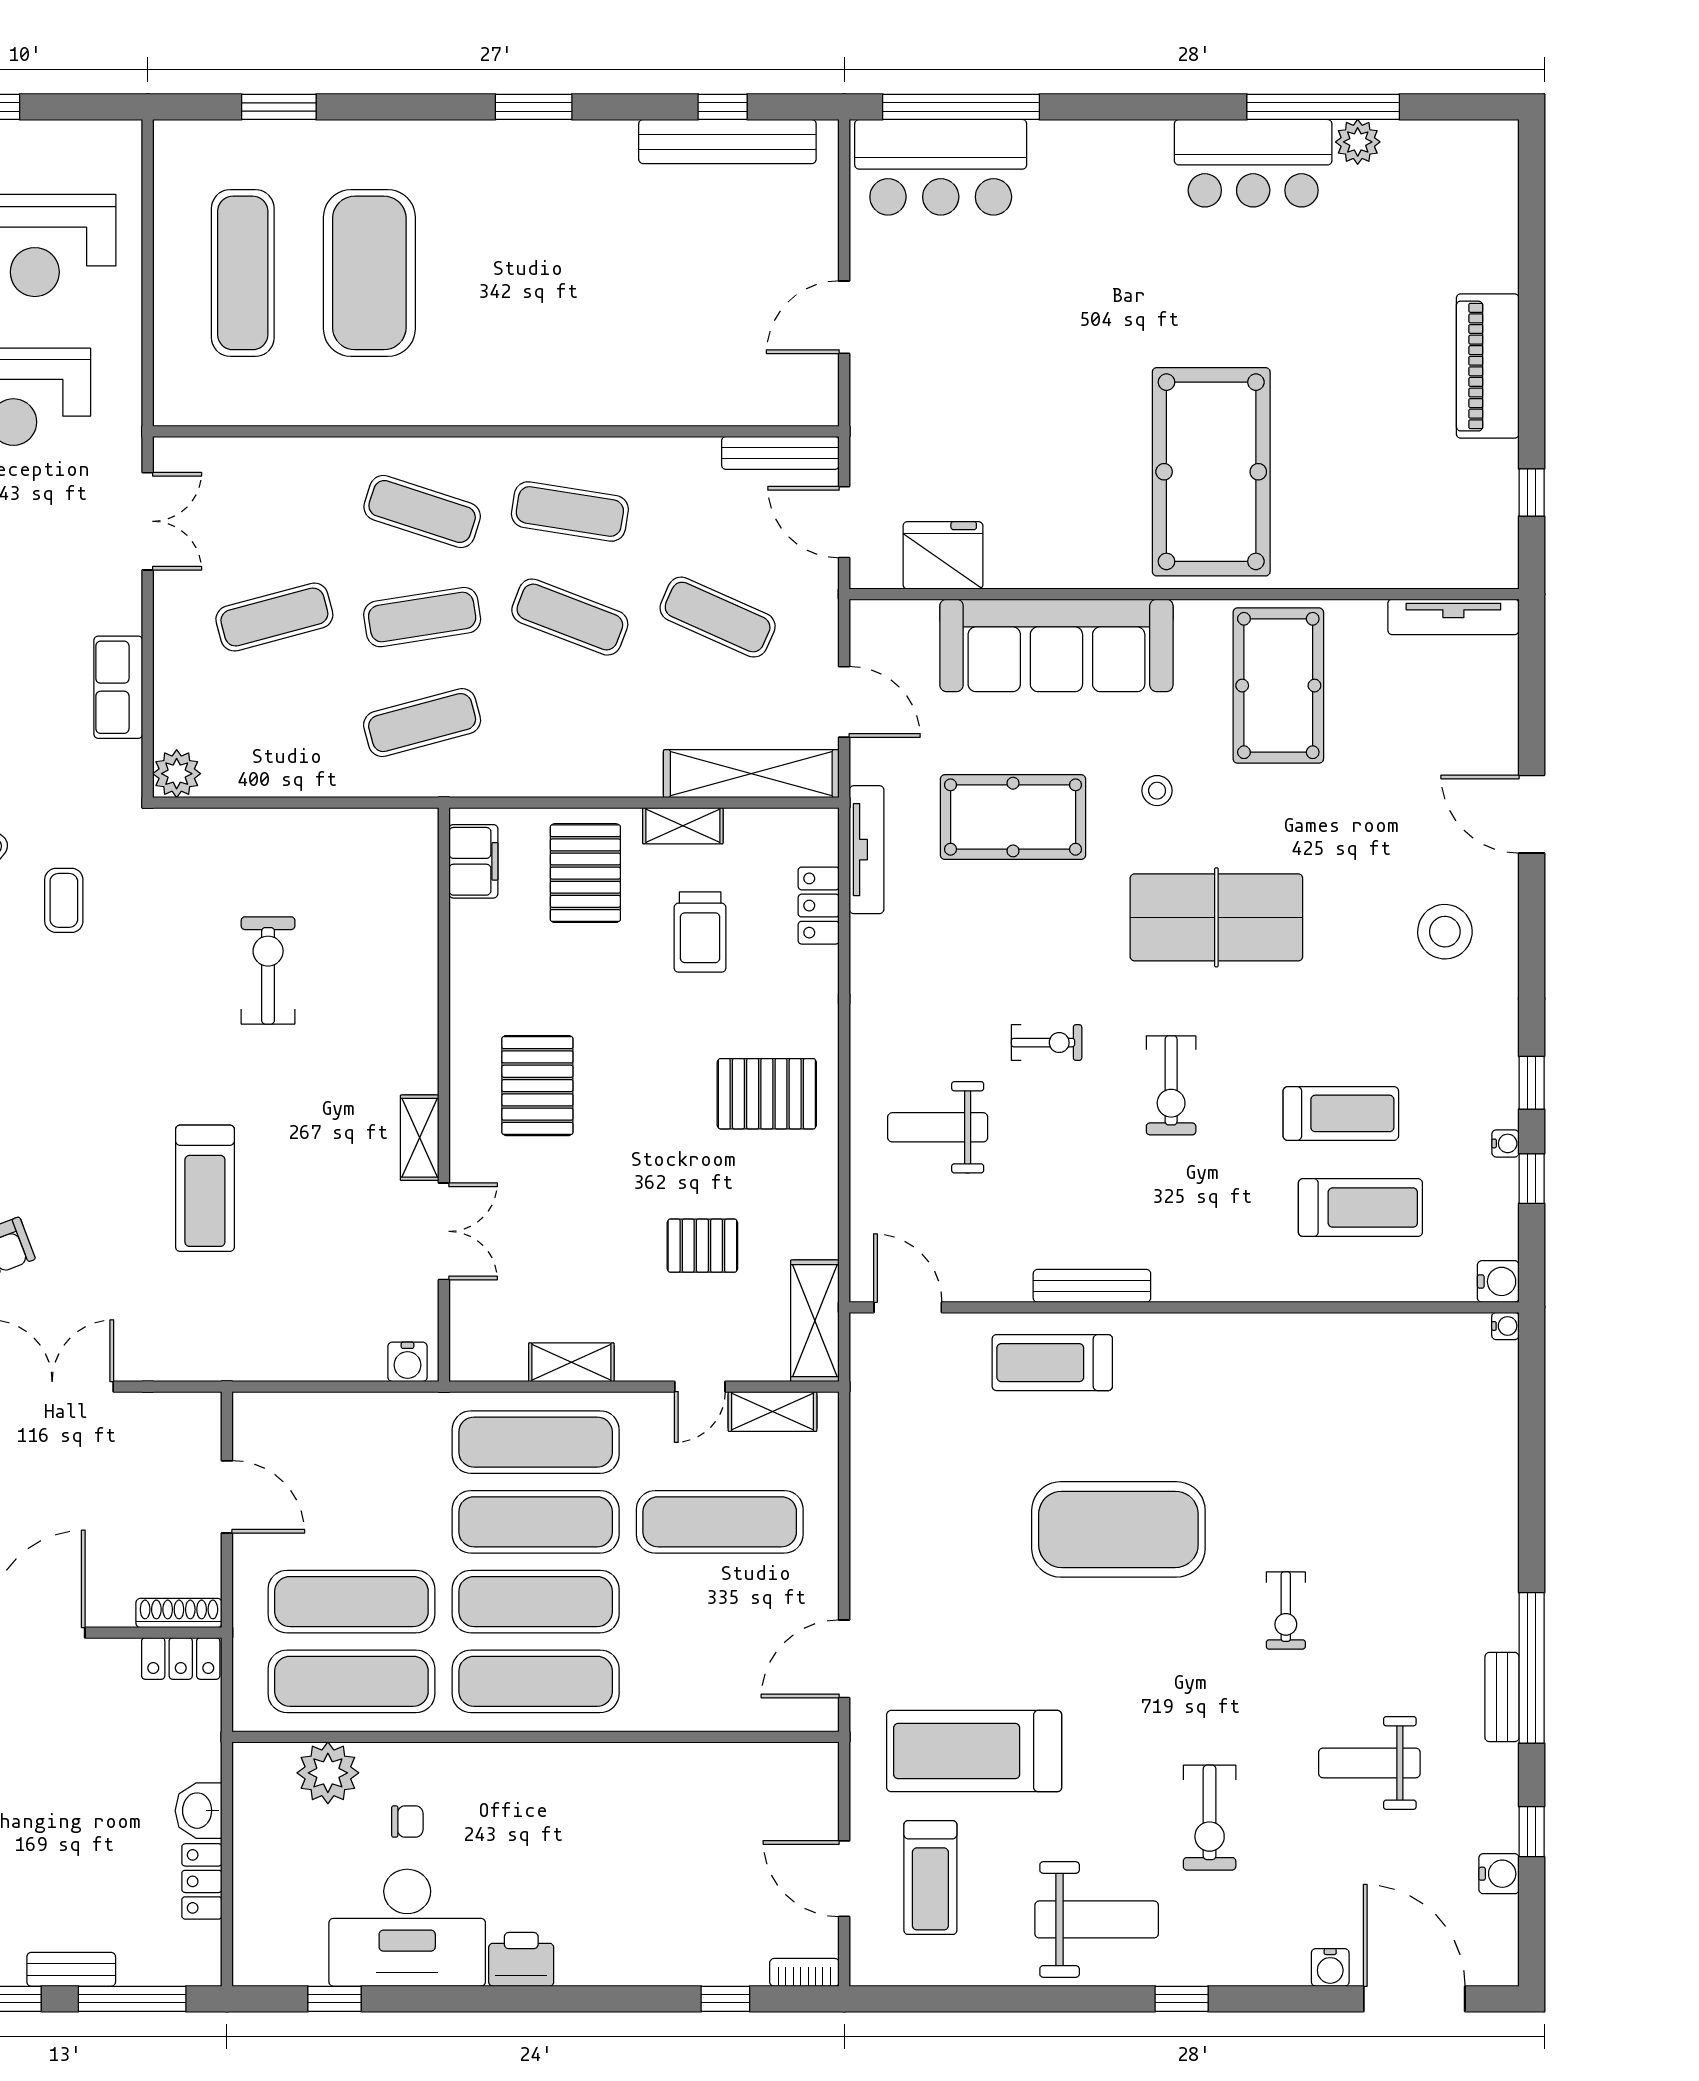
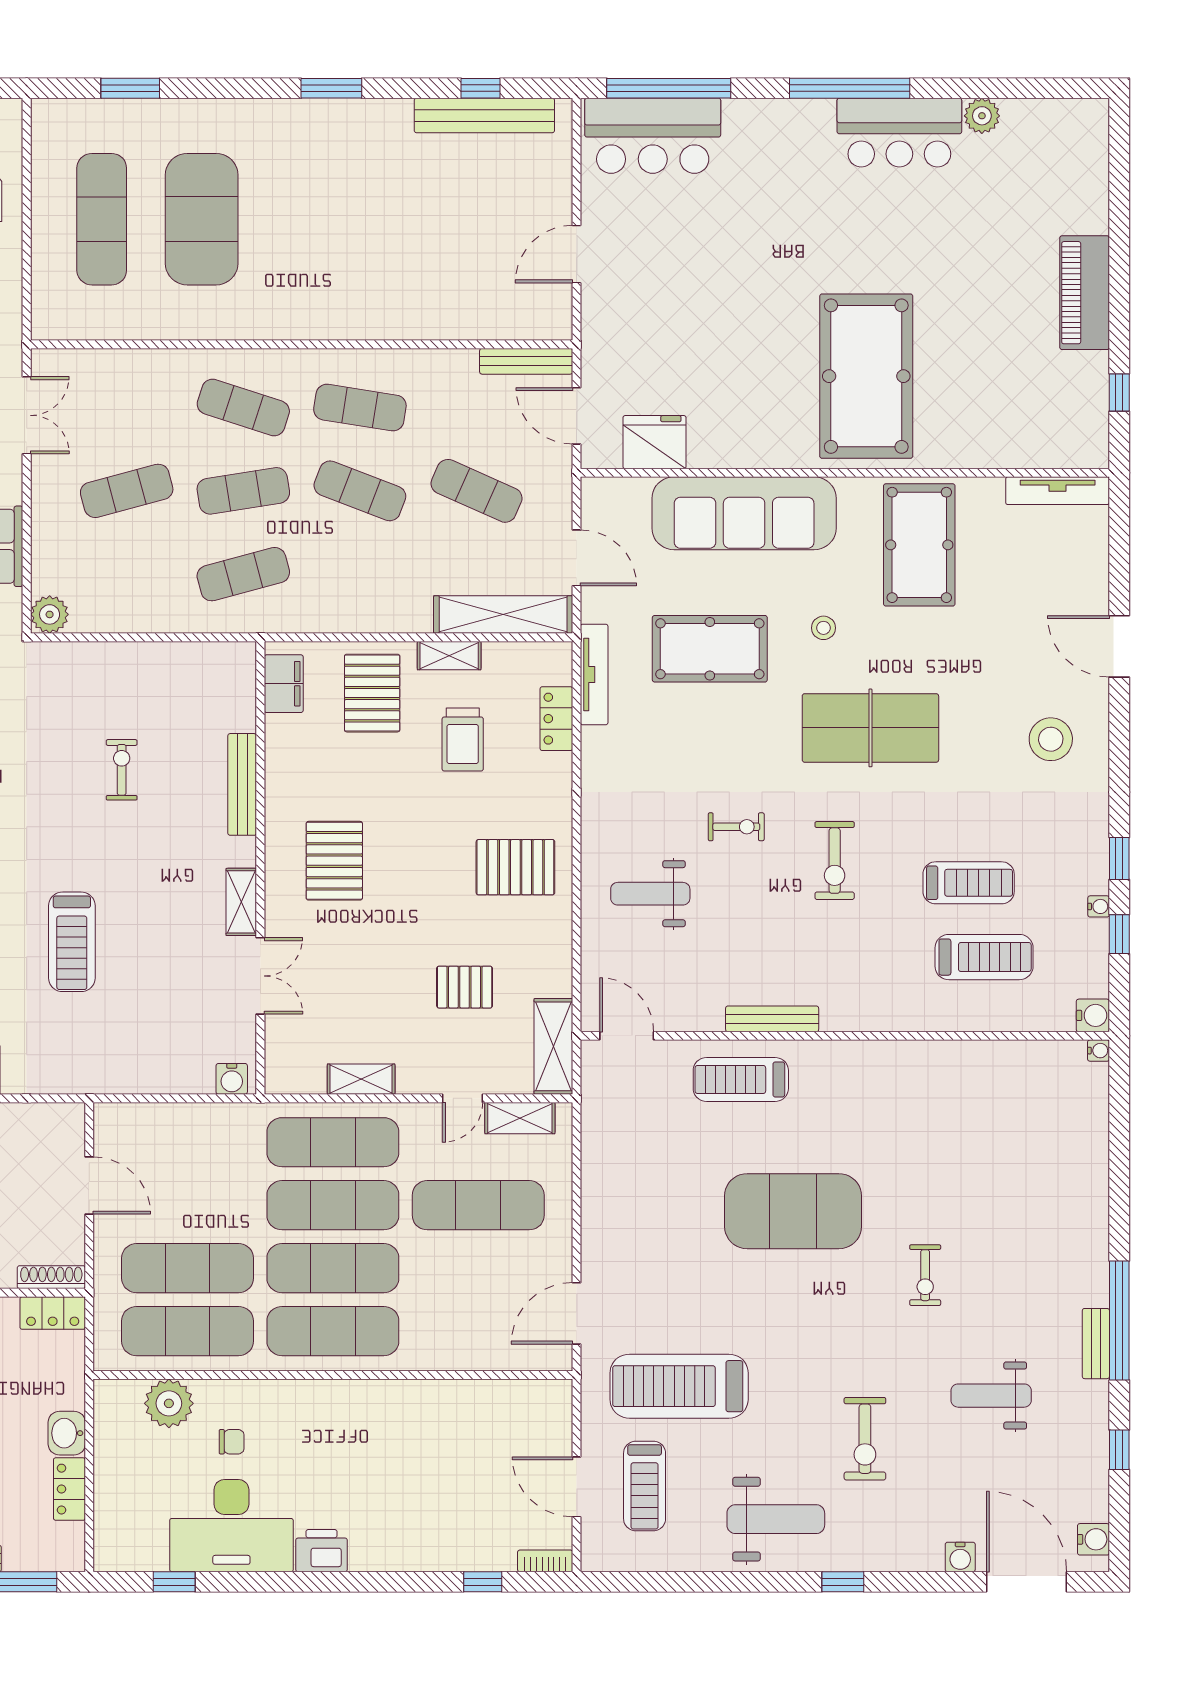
window: (1323, 107) -> (850, 88), moved
exercise bike: (268, 970) -> (122, 770), width x0.73, depth x0.72
bench: (421, 989) -> (242, 784), added
water cooler: (1499, 1874) -> (1093, 1539), moved

